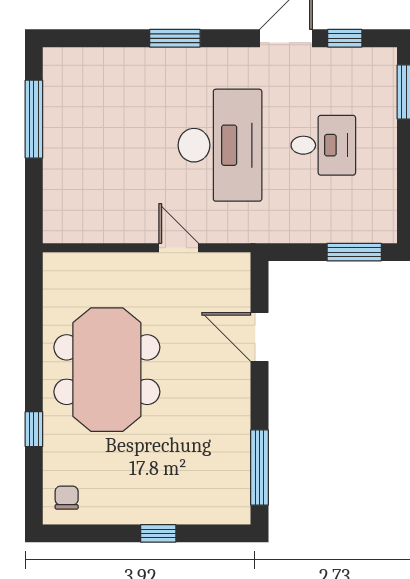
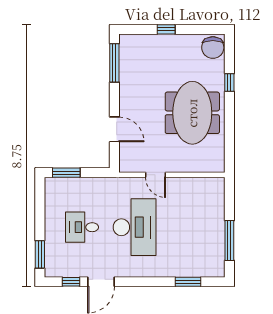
window: (175, 38) -> (188, 282), moved
desk: (220, 145) -> (135, 227), turned 180
chair: (67, 498) -> (213, 48), width x1.87, depth x1.87

